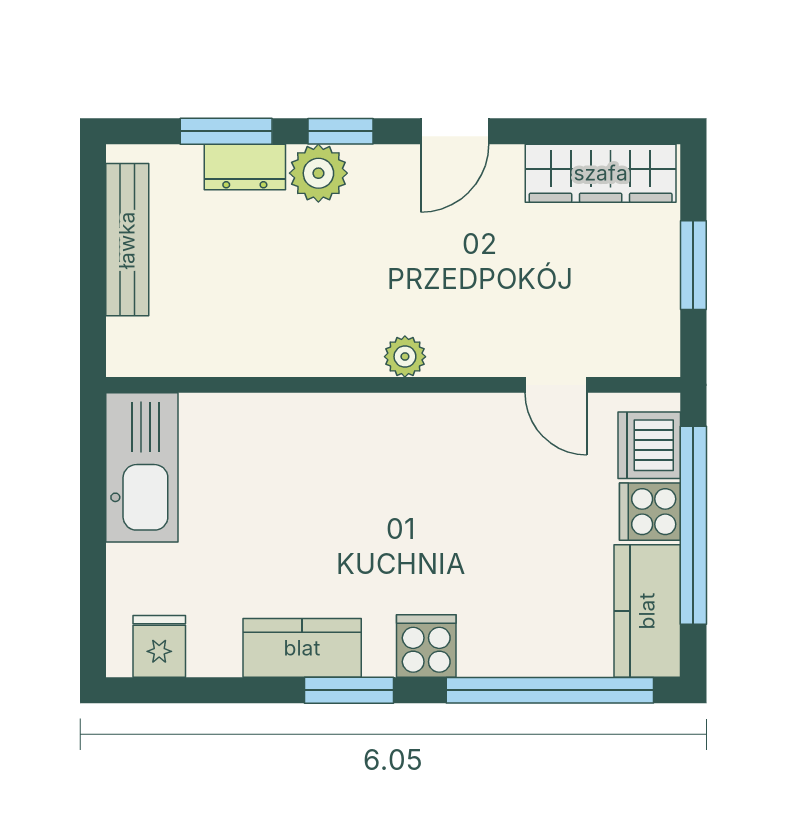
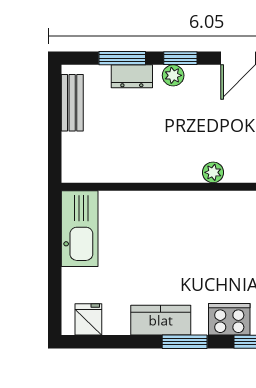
plant: (318, 173) -> (173, 75), width x0.73, depth x0.73
bench: (127, 240) -> (72, 103), width x0.73
cooker: (426, 646) -> (229, 319), width x1.36

